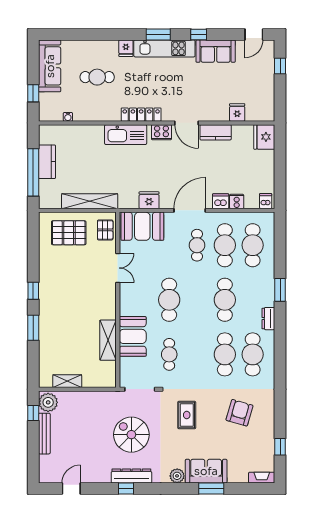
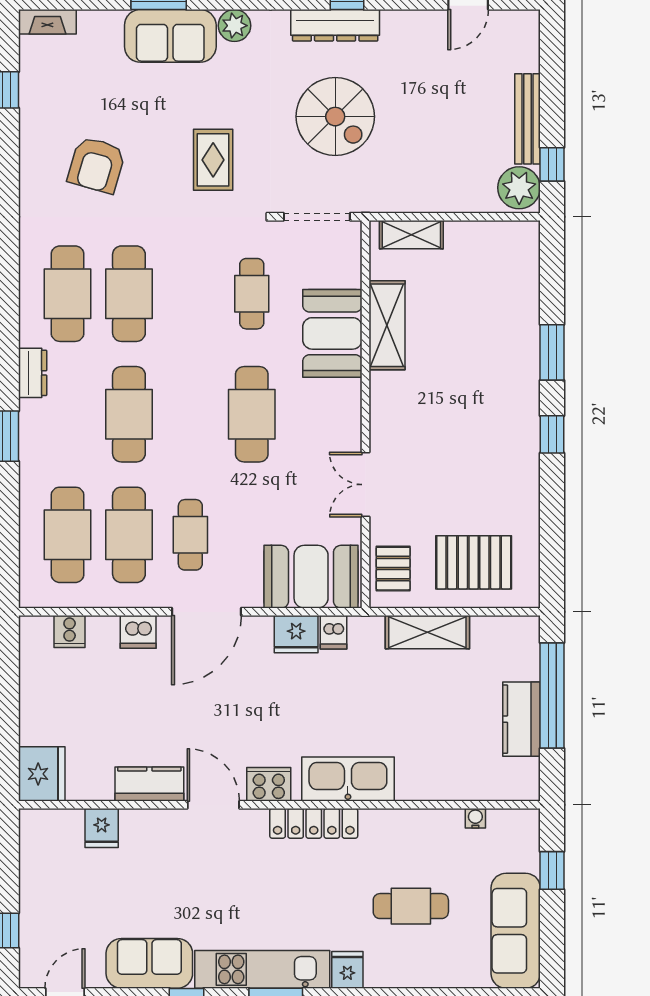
shelving: (90, 201) -> (427, 632), width x0.68
cooker: (237, 201) -> (70, 631), moved
dishwasher: (266, 201) -> (333, 632), moved
shelving: (67, 381) -> (411, 235), moved

